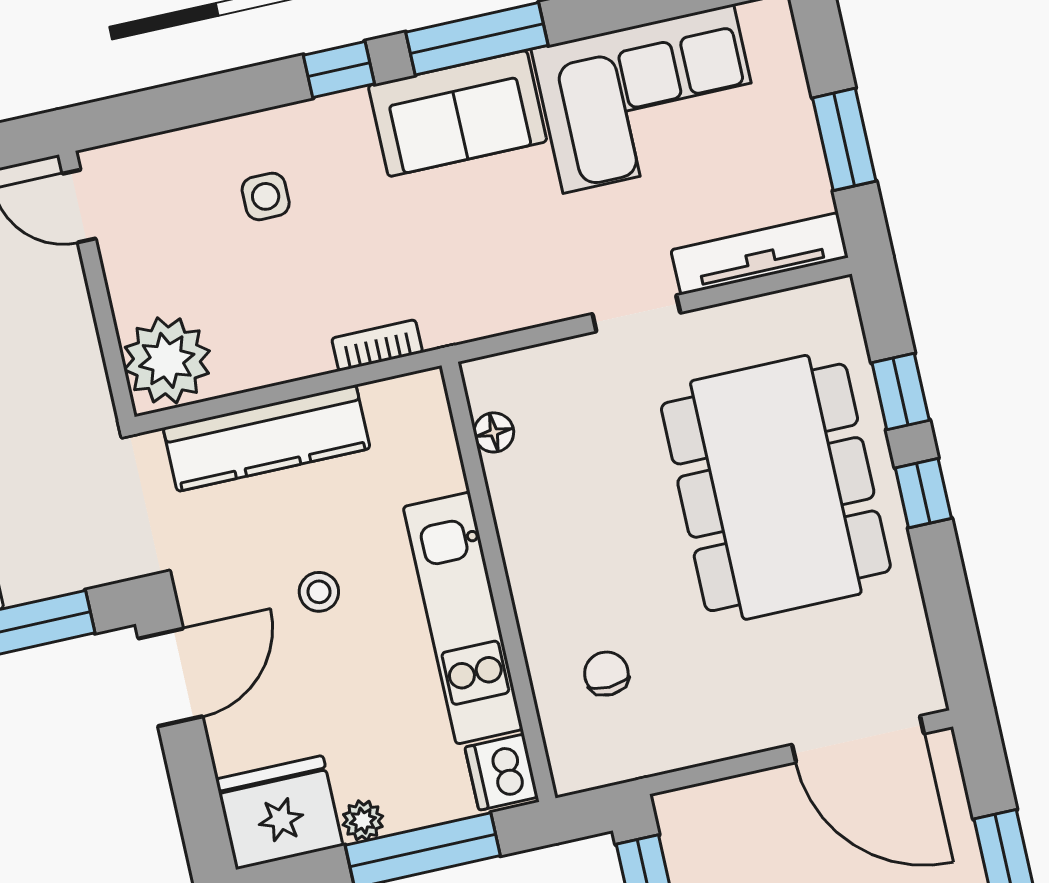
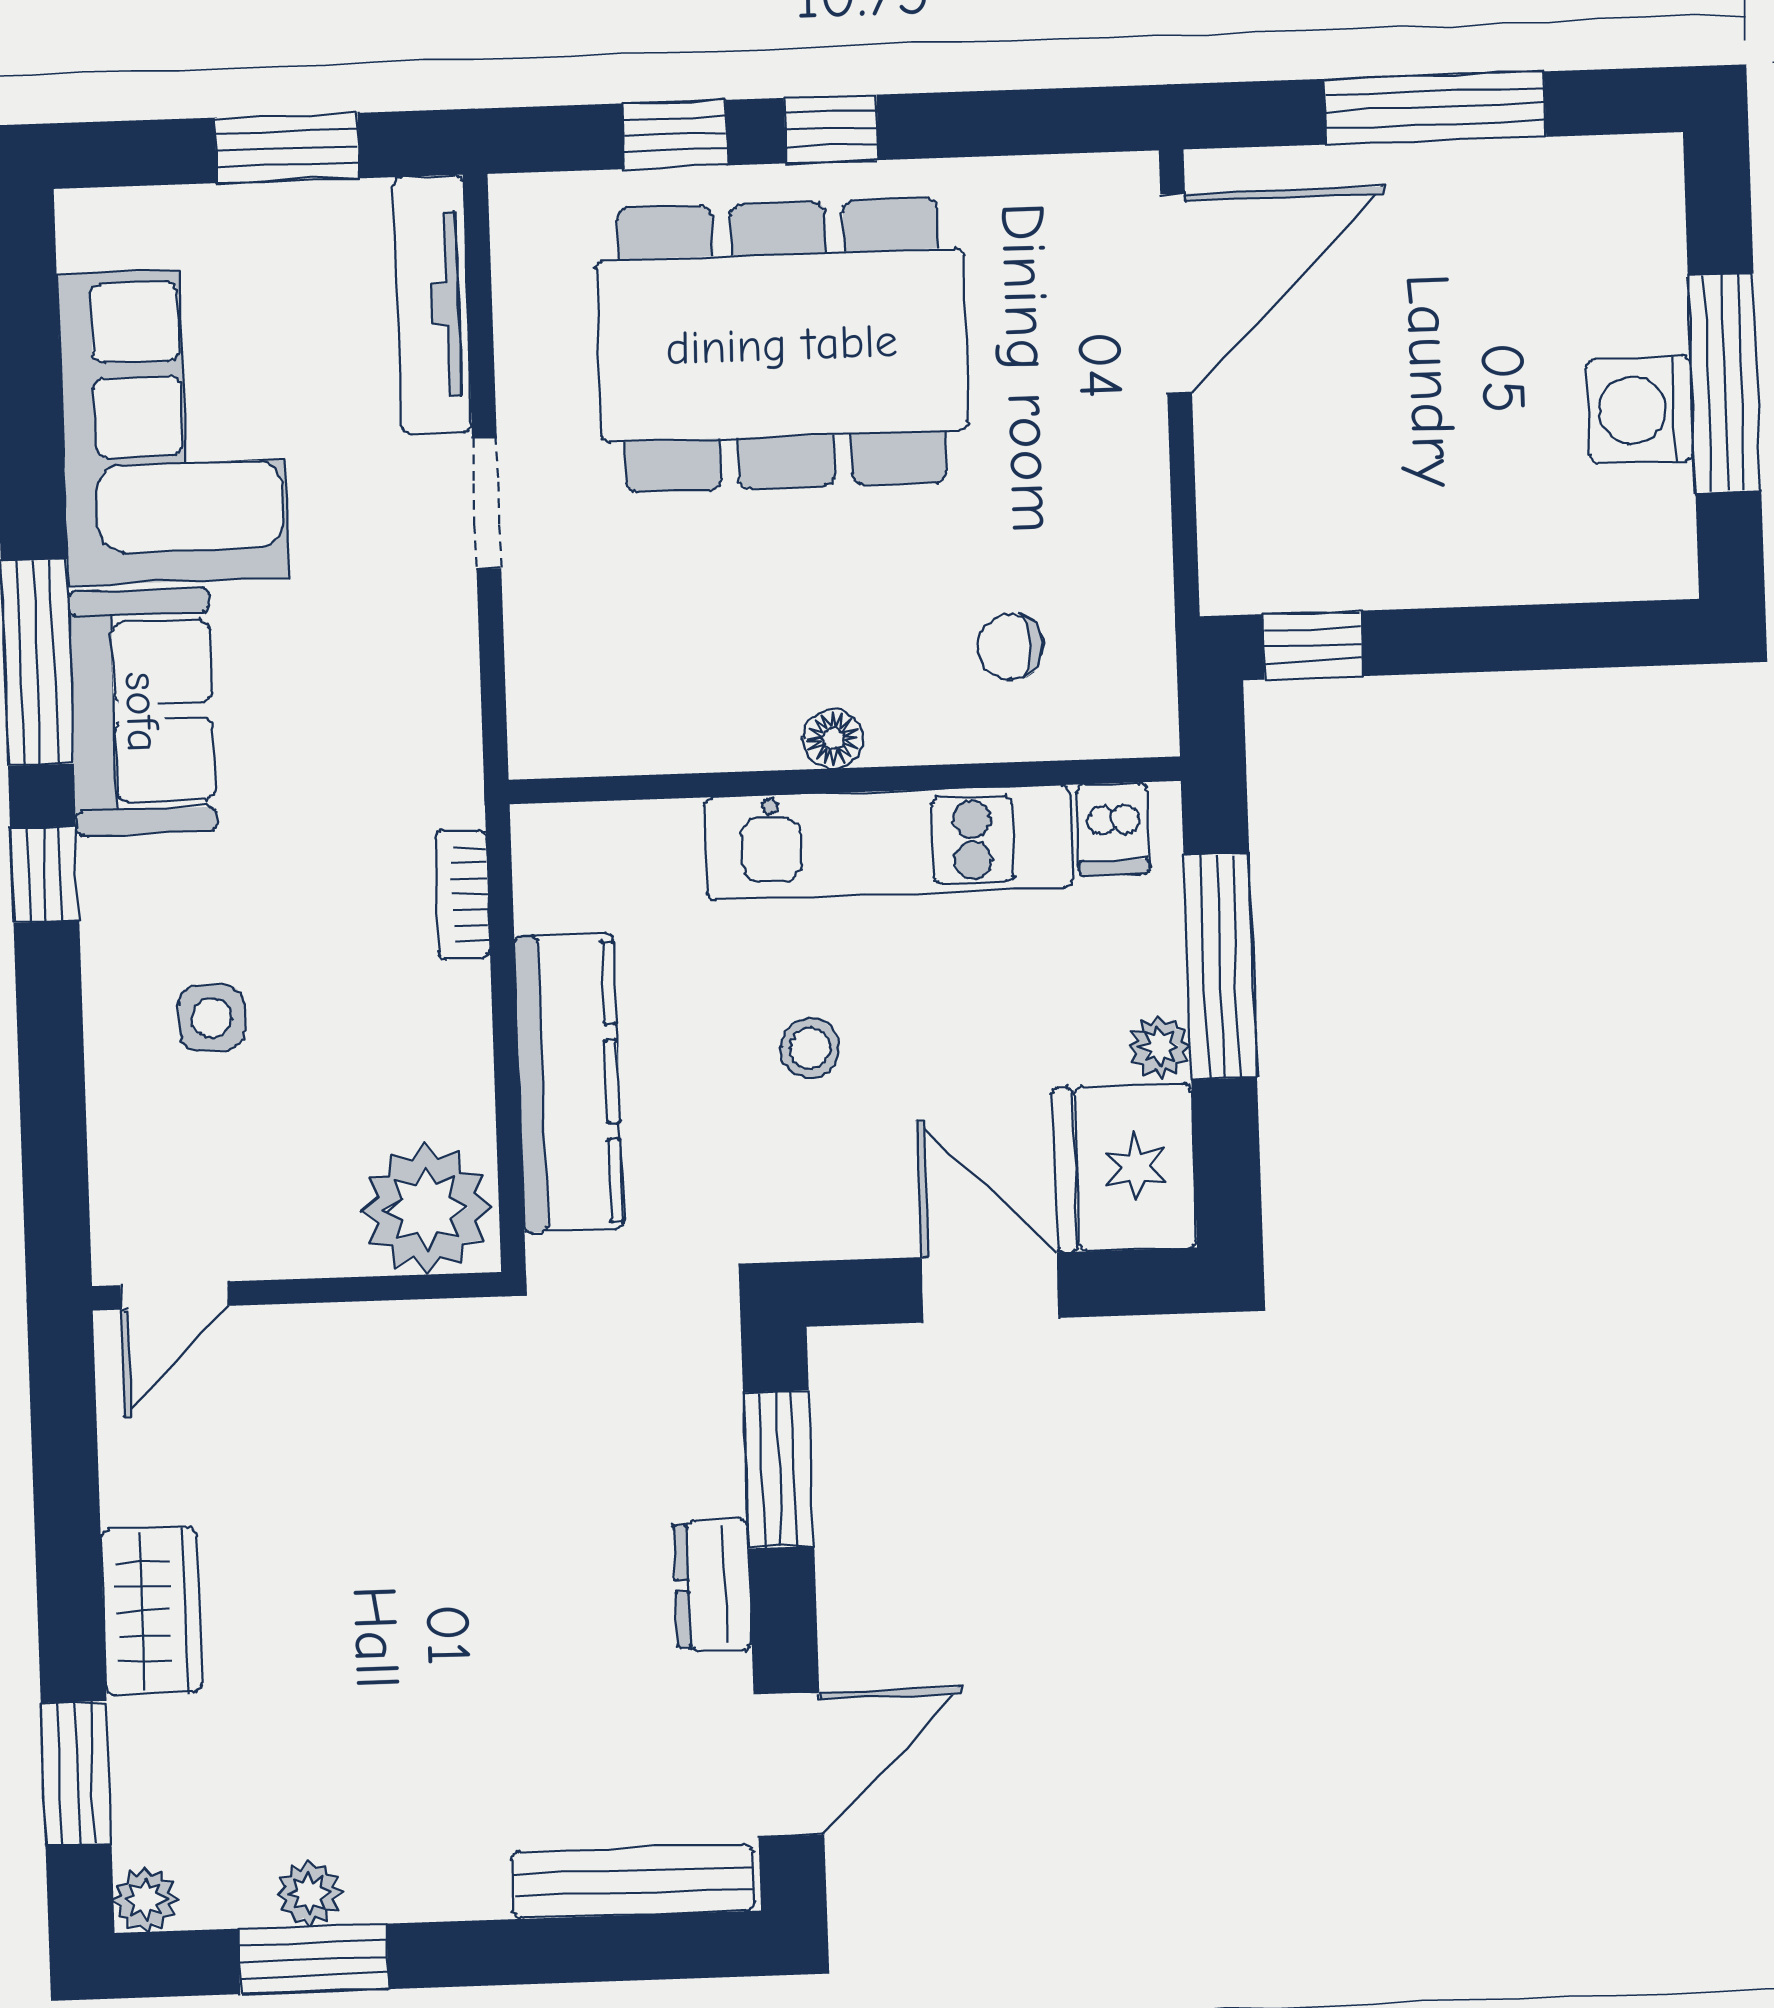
floor lamp: (494, 432) -> (833, 739), moved
door: (170, 677) -> (990, 1288), moved
dishwasher: (502, 772) -> (1113, 829), width x0.73

